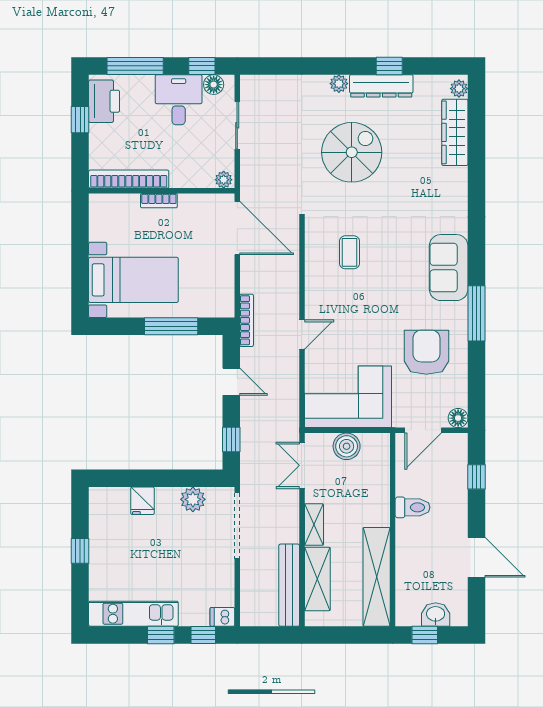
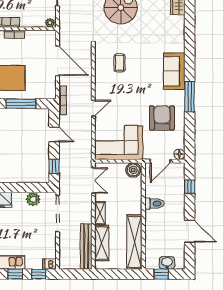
door: (237, 228) -> (58, 61), moved
boiler: (347, 446) -> (133, 170), moved
double door: (302, 465) -> (93, 180), swing flipped

